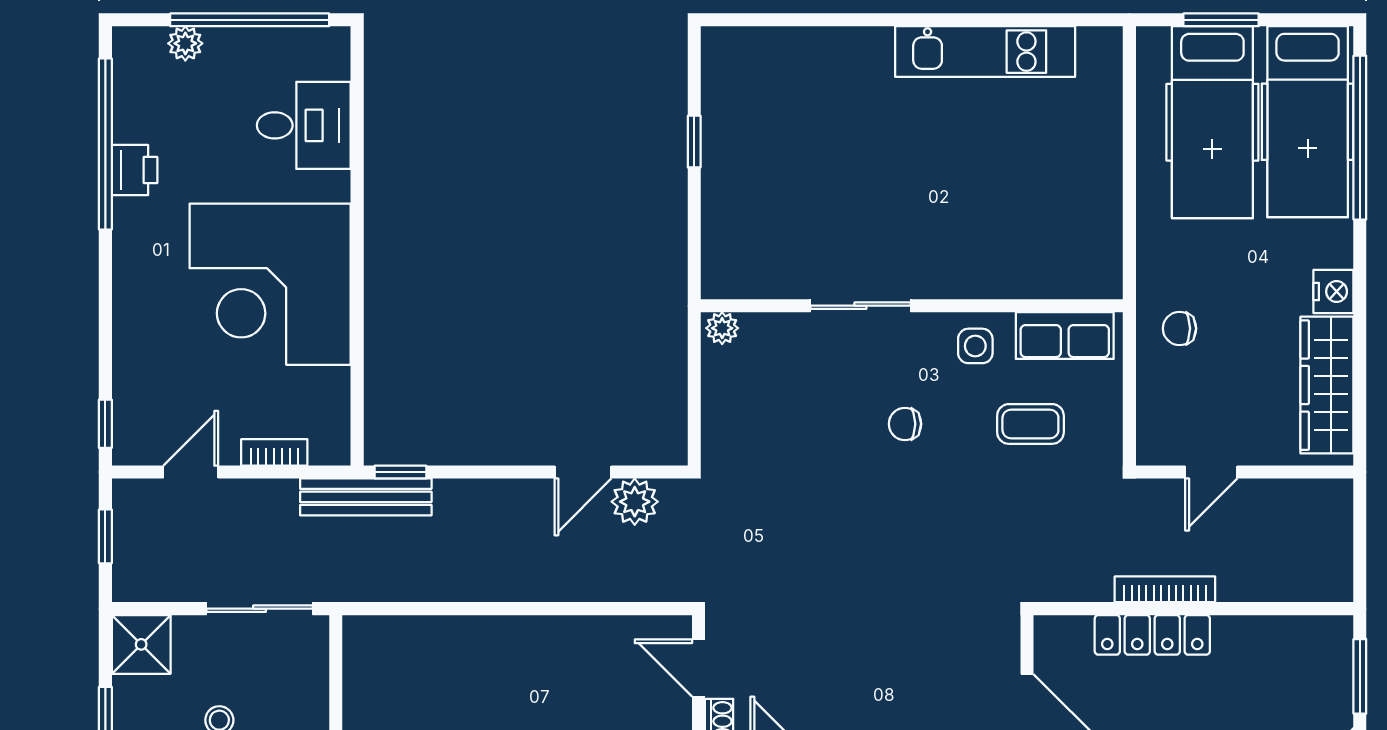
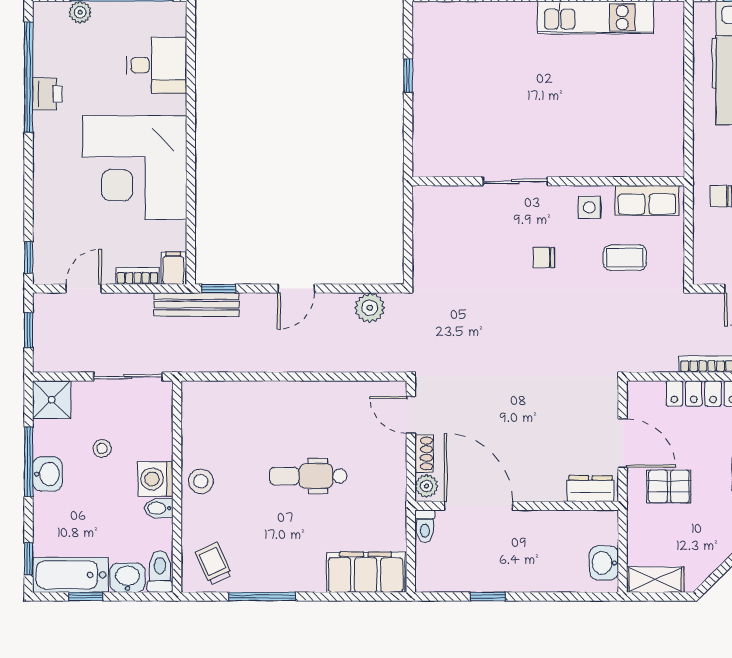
plant: (722, 328) -> (426, 196), removed
filing cabinet: (330, 440) -> (173, 268), added
door: (583, 472) -> (296, 289), moved

